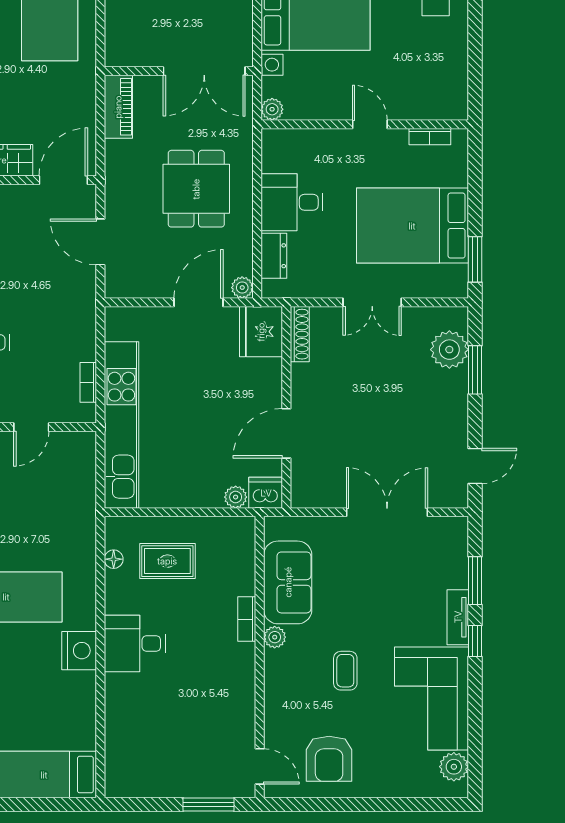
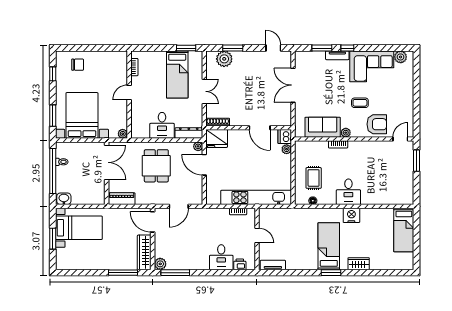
dining table: (196, 189) -> (156, 166), turned 90
bed: (412, 226) -> (177, 74), width x0.67
dresser: (274, 256) -> (189, 133), width x1.44
armchair: (329, 759) -> (377, 124), moved

